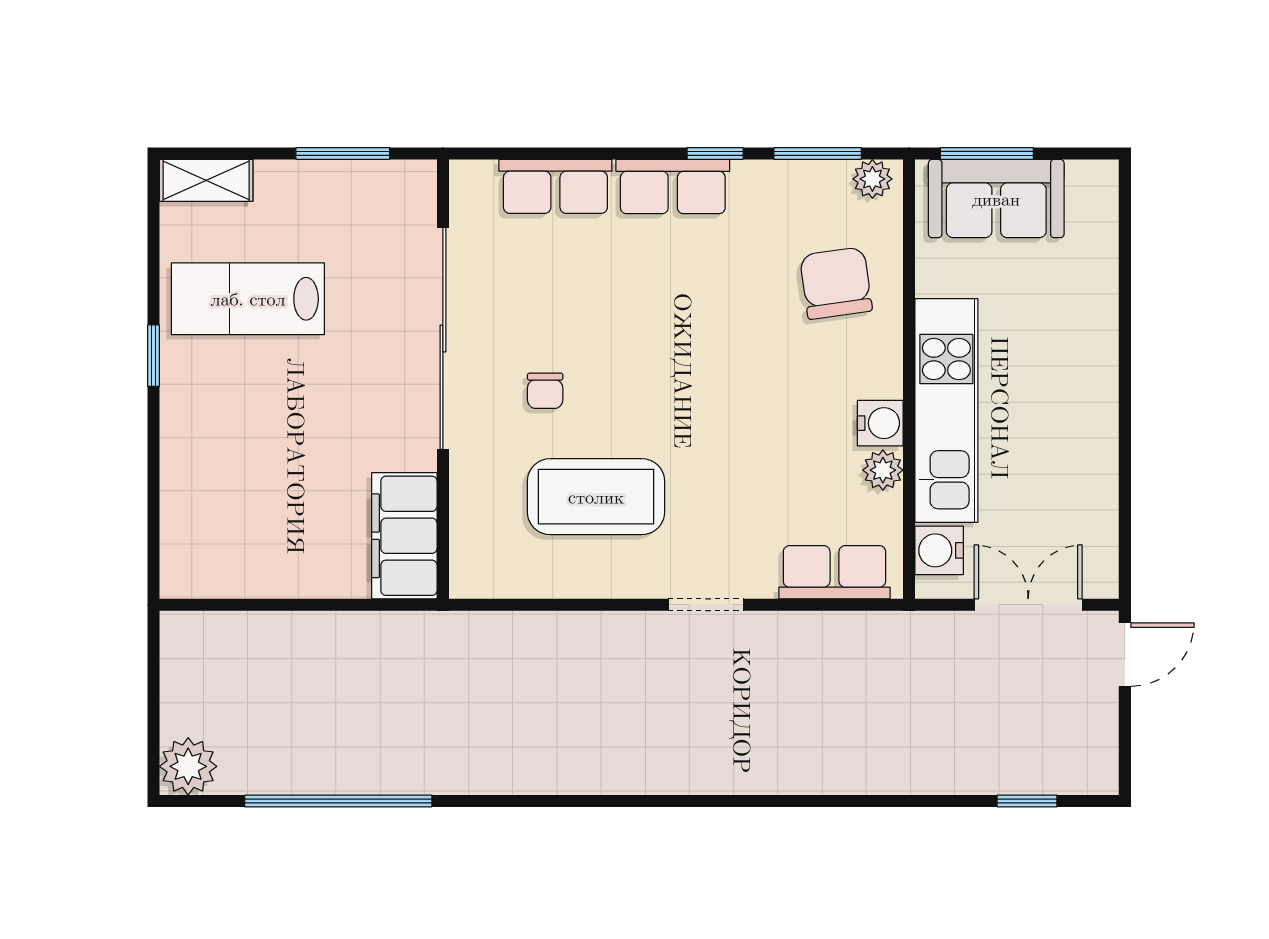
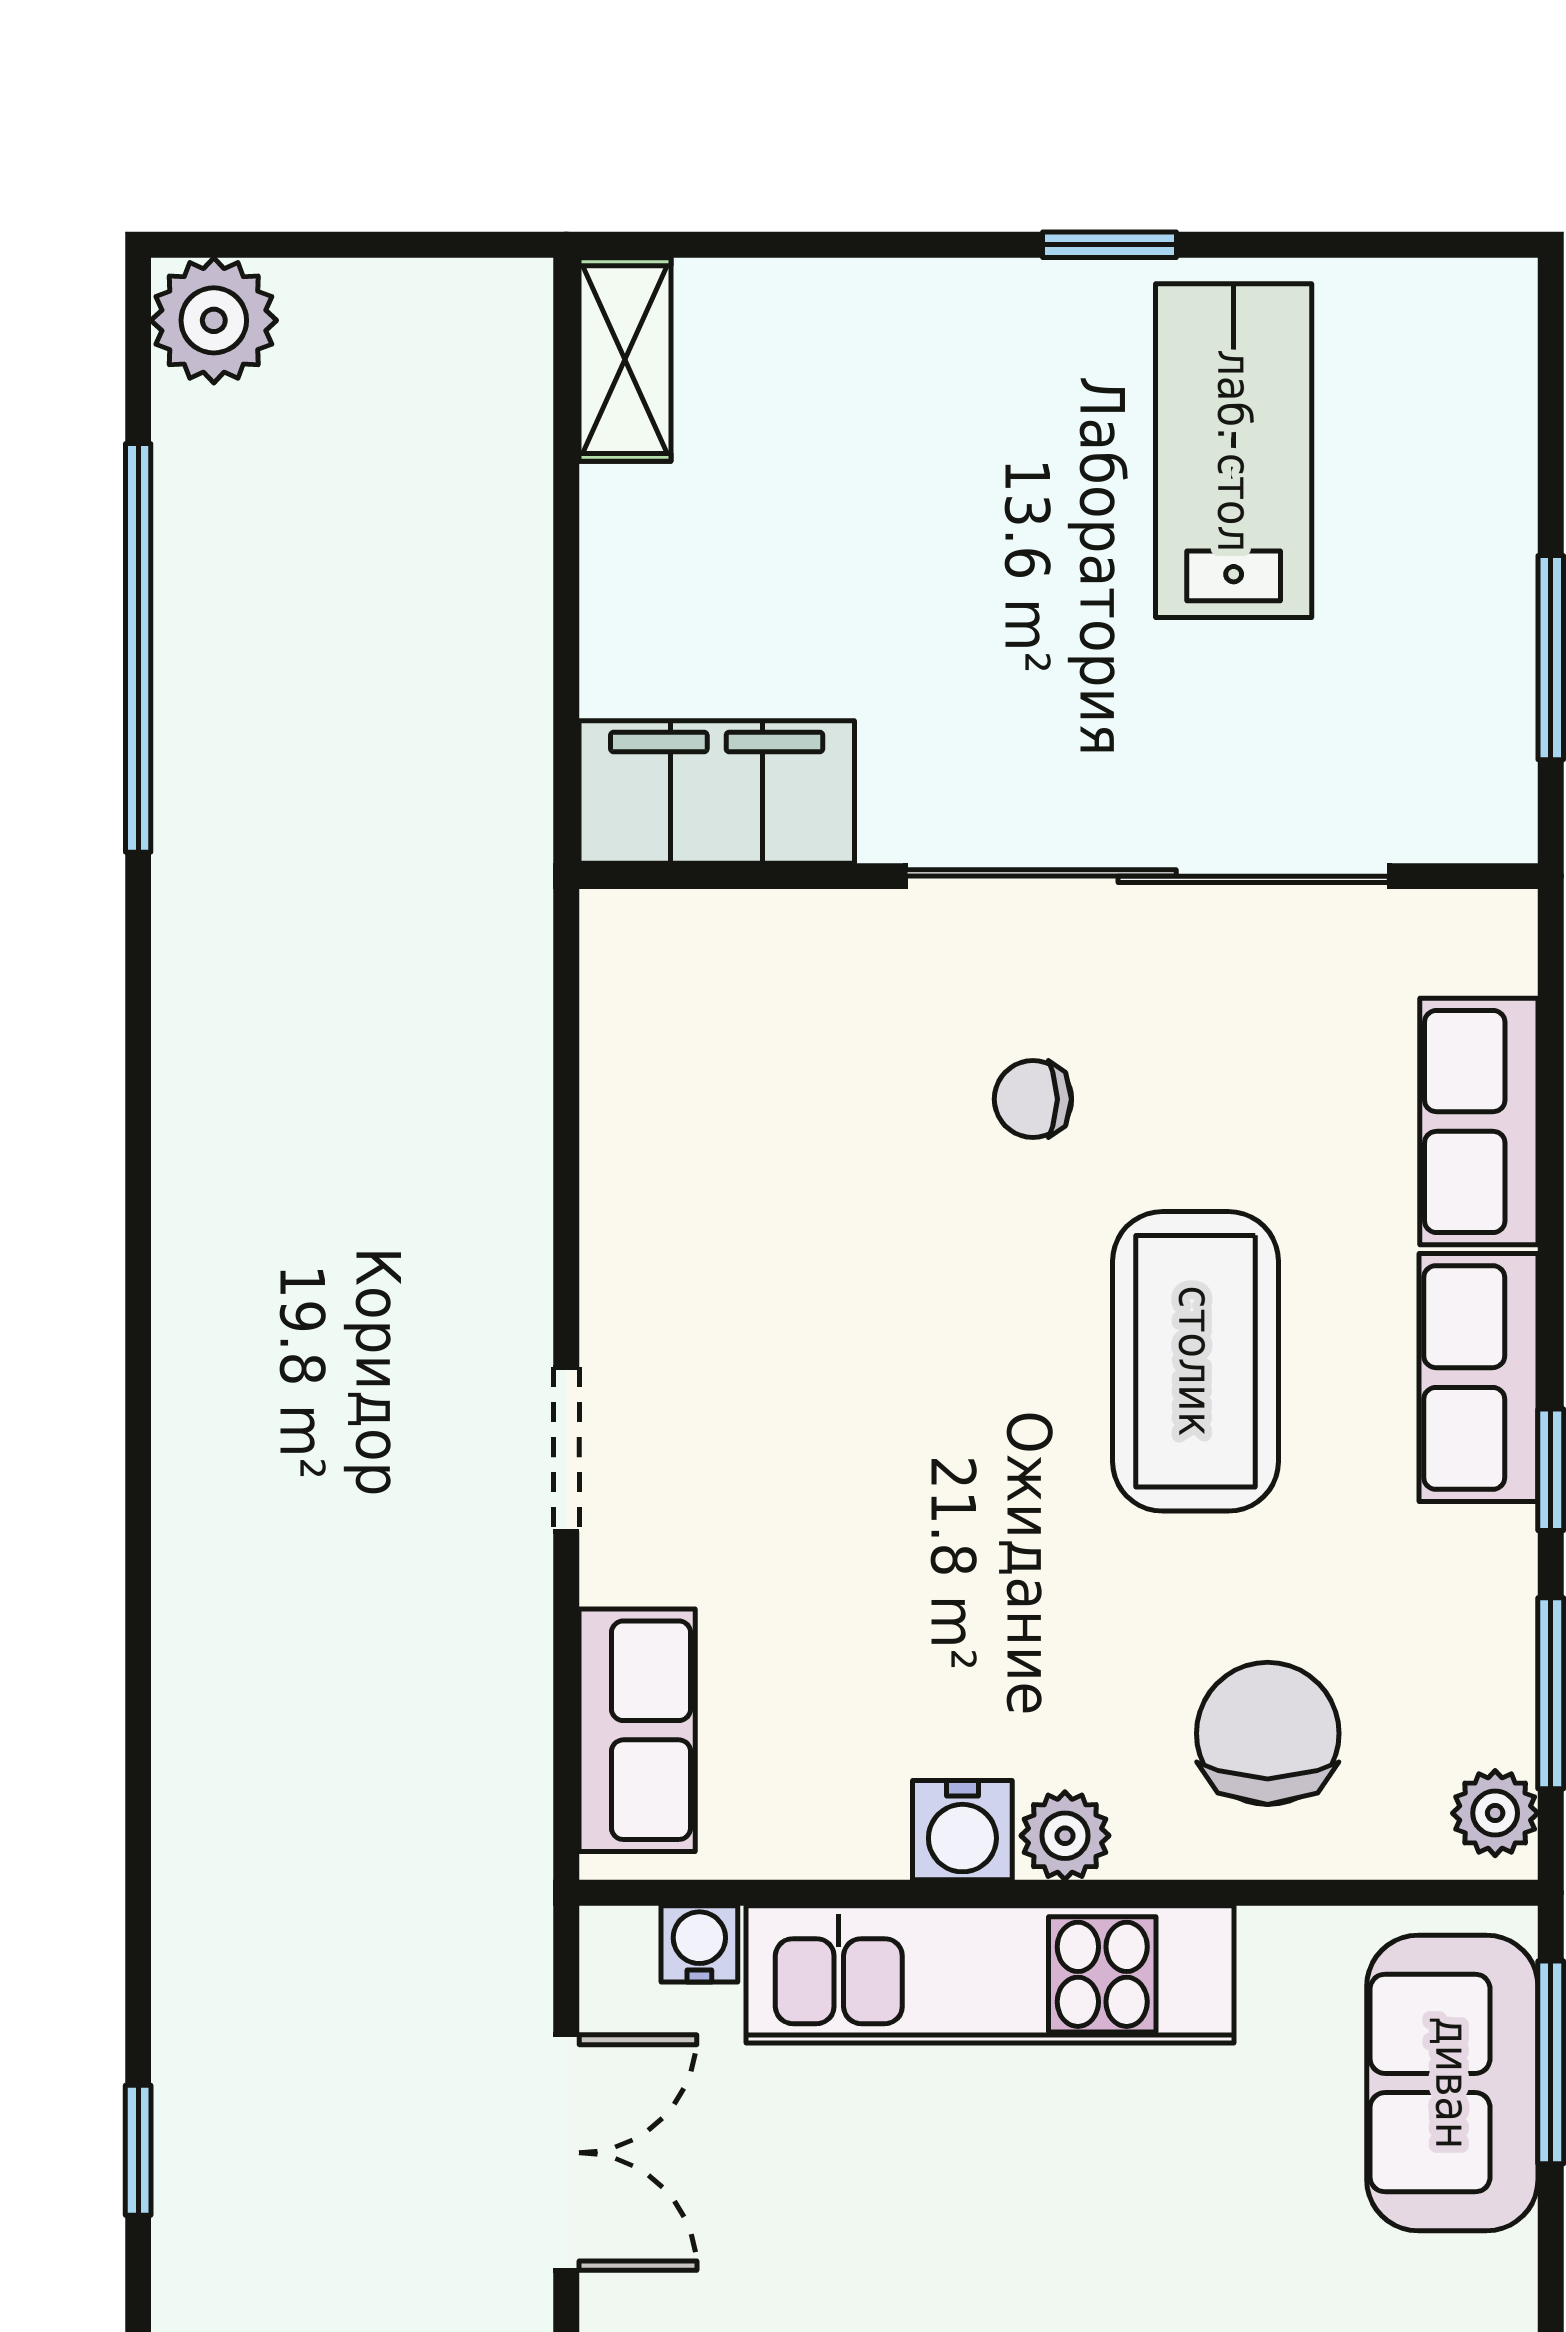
shelving: (206, 180) -> (625, 360), moved
chair: (836, 283) -> (1268, 1733), turned -82
plant: (883, 470) -> (1065, 1836), moved
coffee table: (596, 497) -> (1195, 1361), moved
water cooler: (939, 550) -> (699, 1944), width x0.72, depth x0.72

